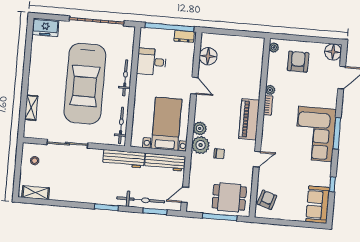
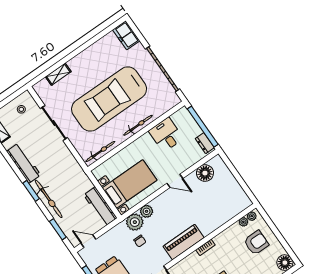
door: (194, 86) -> (175, 181), hinge flipped
plant: (270, 90) -> (243, 222), moved
workbench: (124, 159) -> (24, 163), moved, turned 180
bicycle: (141, 200) -> (49, 199), moved

